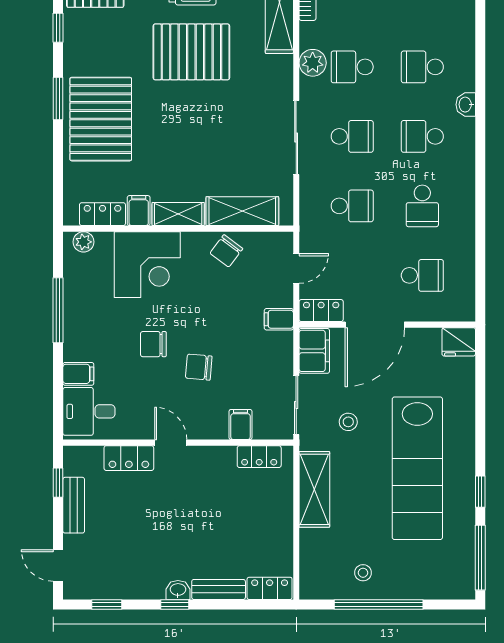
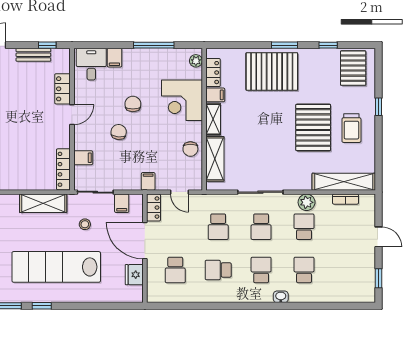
chair: (226, 251) -> (190, 149), turned -127
fridge: (459, 342) -> (134, 275), moved
filing cabinet: (314, 351) -> (122, 203), width x0.50
locker: (259, 457) -> (63, 169), width x1.53

